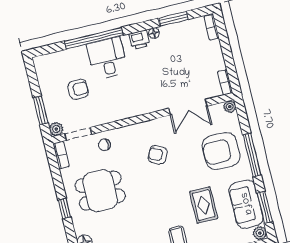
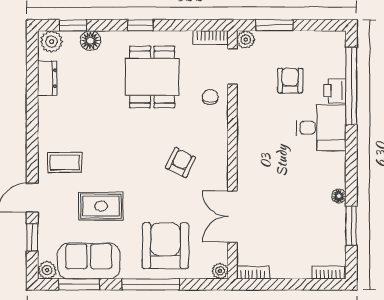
window: (94, 38) -> (351, 86), moved
printer: (139, 40) -> (335, 91), moved
armchair: (78, 89) -> (290, 80), turned 180

